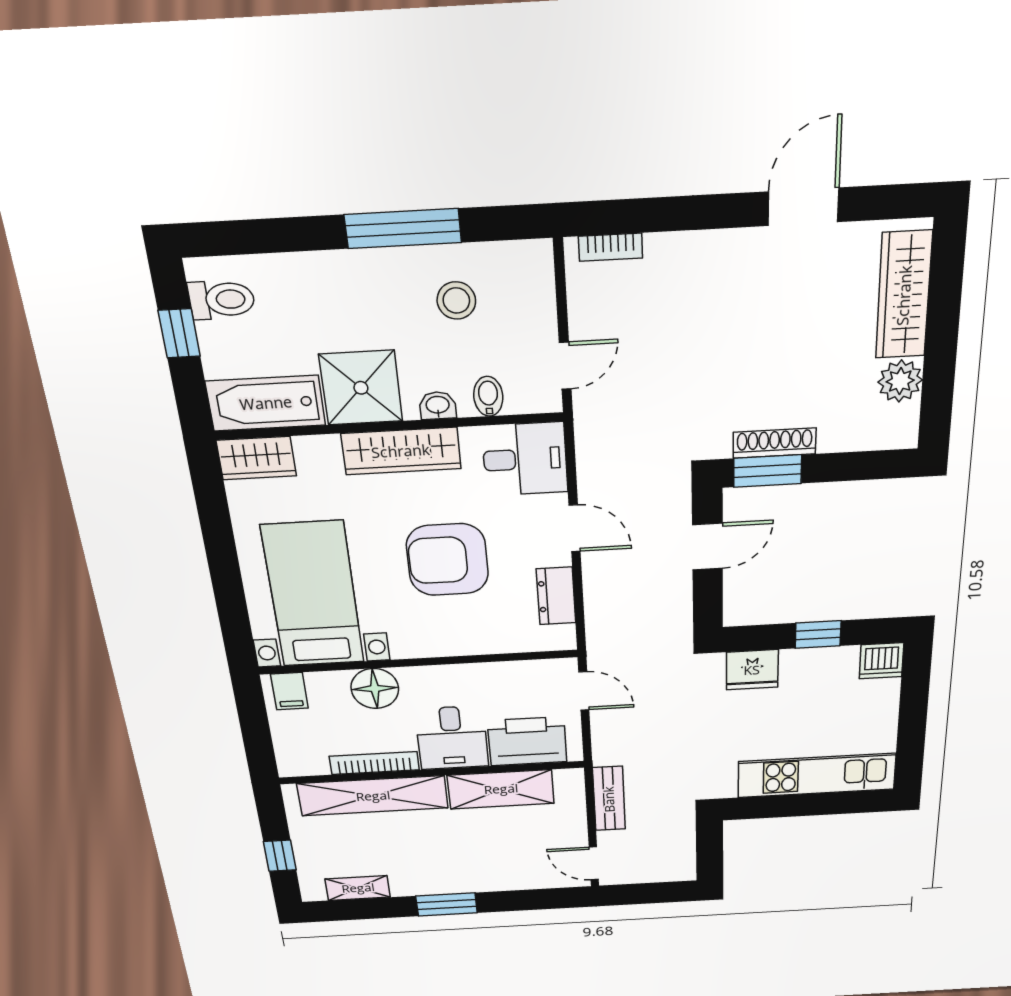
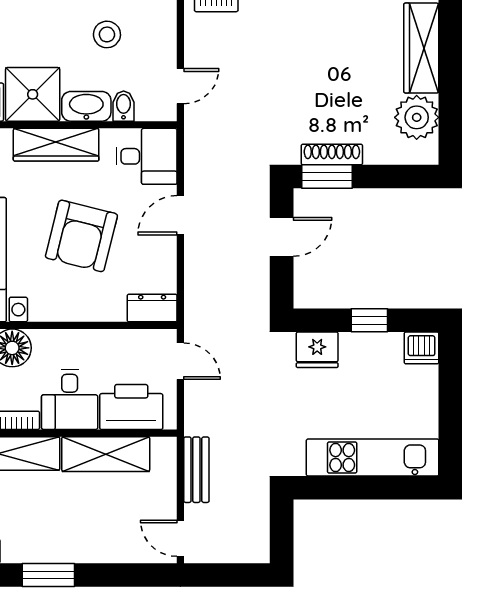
plant: (900, 381) -> (417, 117), width x1.36, depth x1.36
washbasin: (438, 405) -> (86, 106), width x1.91, depth x1.45
door: (575, 528) -> (180, 215), swing flipped
armchair: (447, 560) -> (81, 236), turned -76
dresser: (556, 596) -> (152, 308), moved, turned 90

